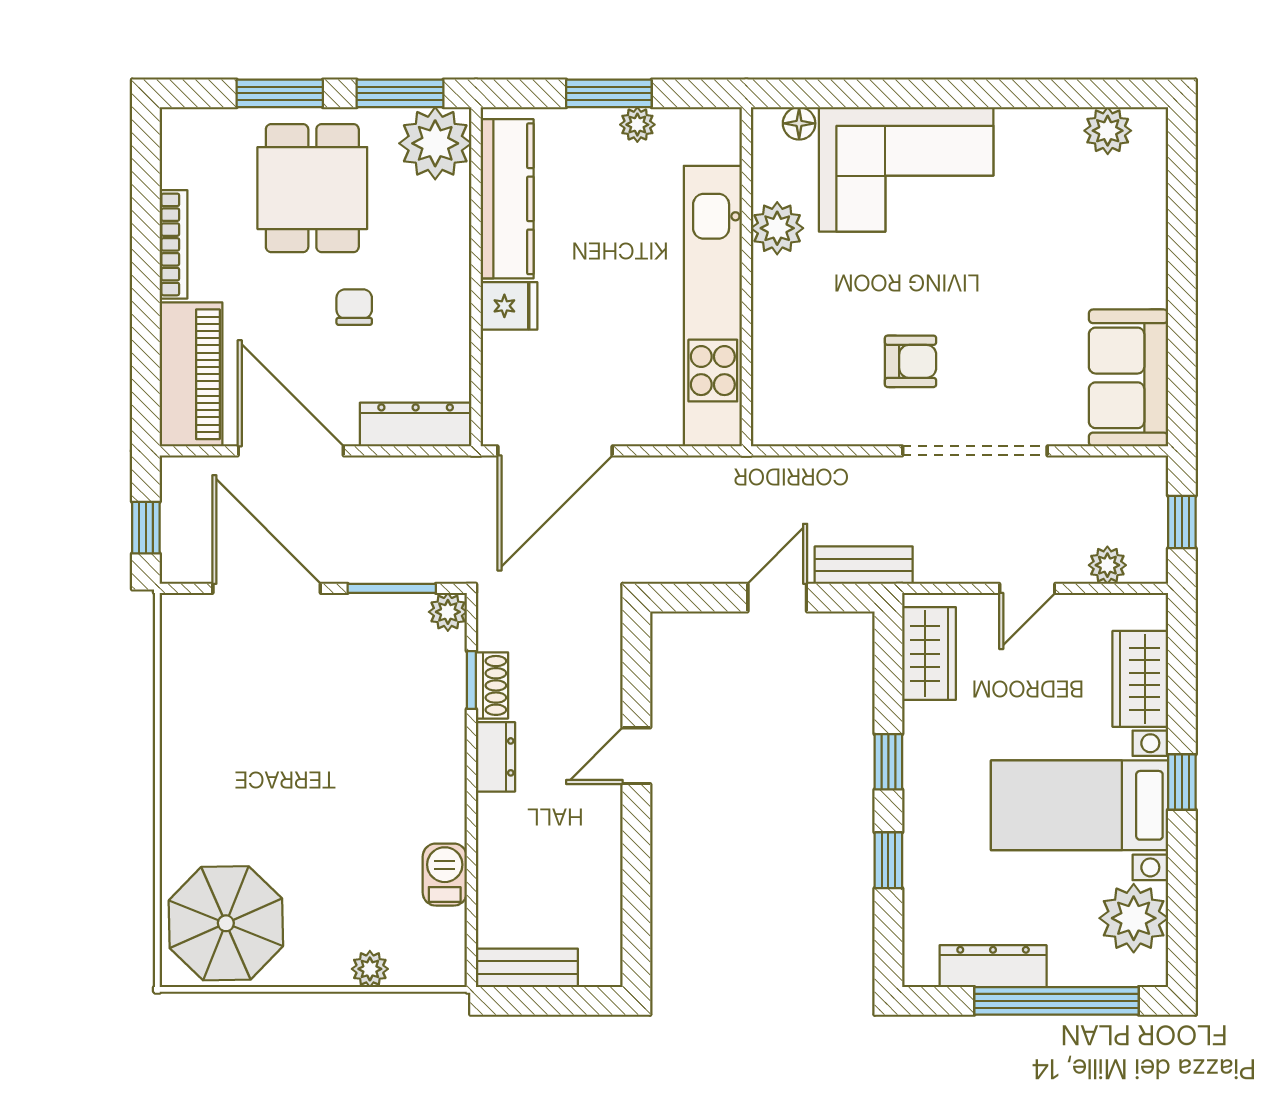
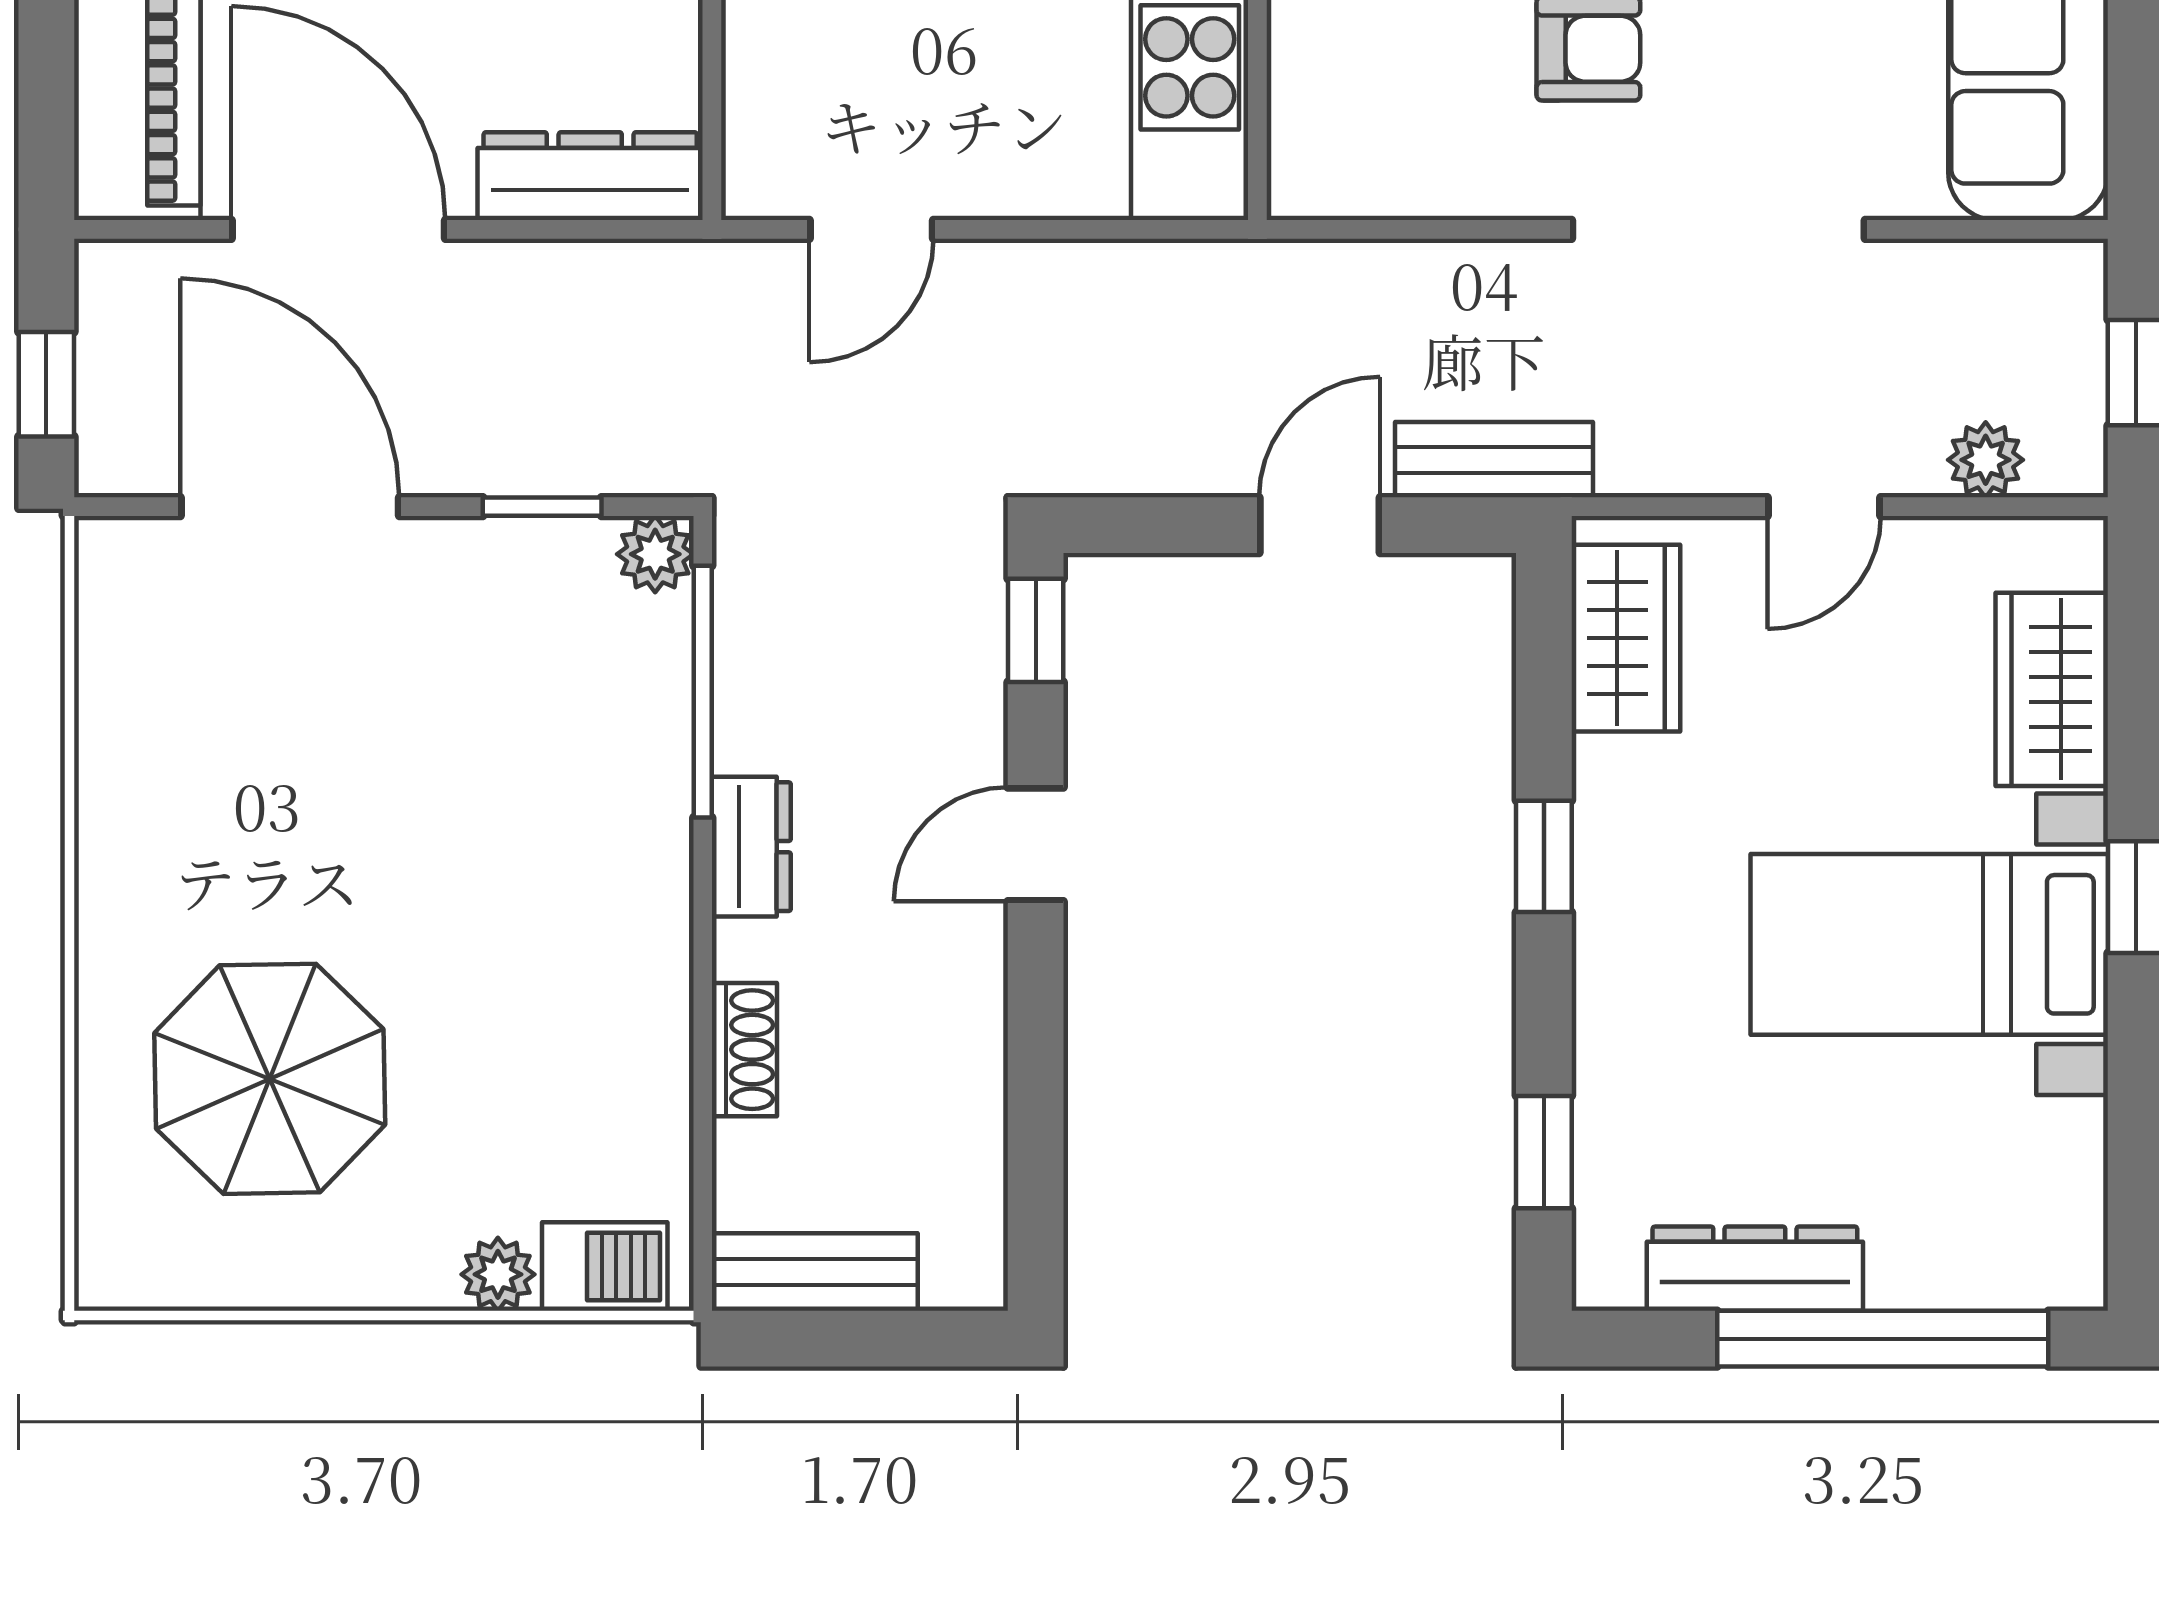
door: (555, 451) -> (871, 229), width x0.53
window: (392, 588) -> (542, 507), width x0.67
window: (636, 650) -> (1036, 630), added
window: (471, 680) -> (703, 692), width x2.17
shoe rack: (492, 685) -> (744, 1050), moved
window: (888, 860) -> (1544, 1152), moved
barbecue: (445, 875) -> (605, 1266), moved, turned 90
plant: (1134, 918) -> (2039, 1172), removed
parasol: (226, 923) -> (270, 1079), moved

